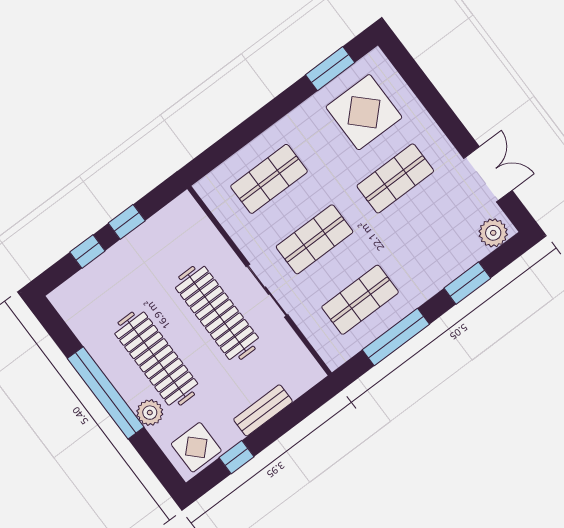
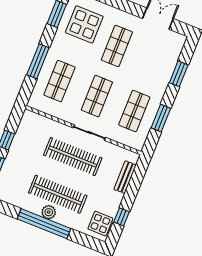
window: (254, 126) -> (38, 61), added
plant: (493, 233) -> (177, 44), removed
window: (396, 337) -> (161, 118), width x0.69
bench: (263, 410) -> (125, 177), moved
plant: (150, 413) -> (49, 212), moved

